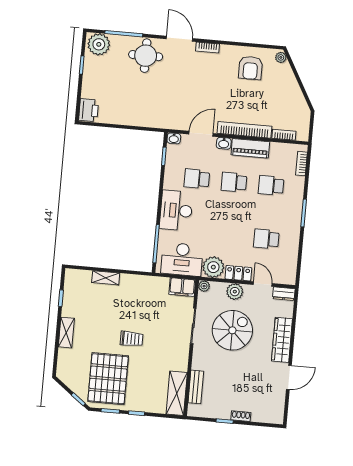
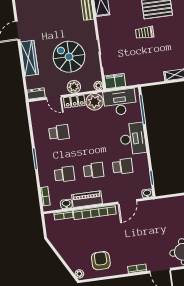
washbasin: (224, 143) -> (66, 204), moved
spiral stairs: (232, 330) -> (69, 57), turned 90

